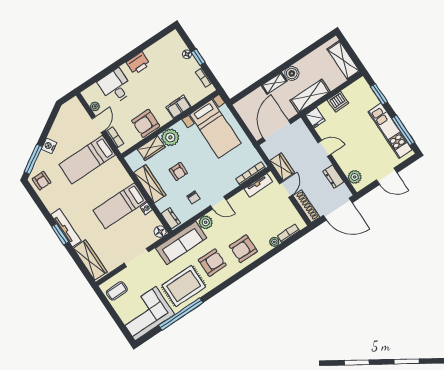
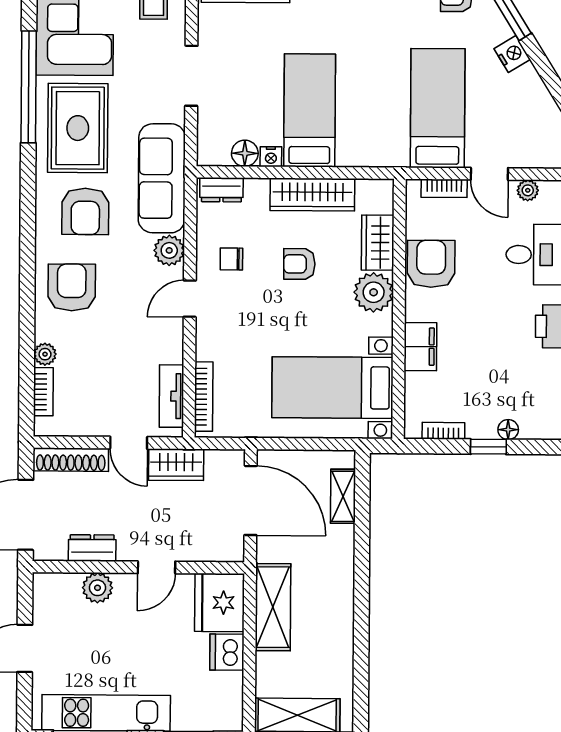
boiler: (292, 73) -> (339, 601), removed
shelving: (274, 83) -> (343, 496), moved
fridge: (315, 118) -> (220, 603), width x1.88, depth x1.34
plant: (355, 177) -> (97, 588), moved
floor lamp: (160, 232) -> (245, 153), moved

